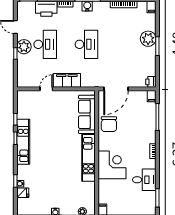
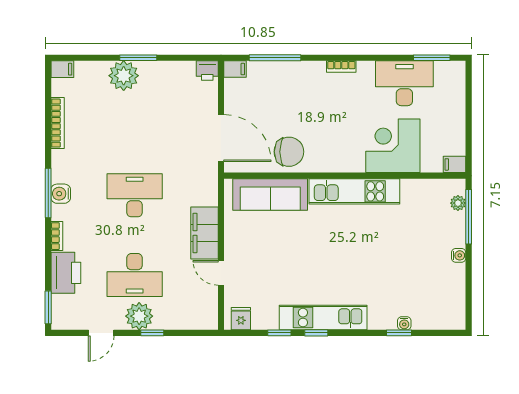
desk: (45, 44) -> (135, 275), turned 180
corner desk: (112, 165) -> (393, 146), moved
desk: (144, 180) -> (404, 83), width x1.37
fridge: (23, 193) -> (241, 319), moved

